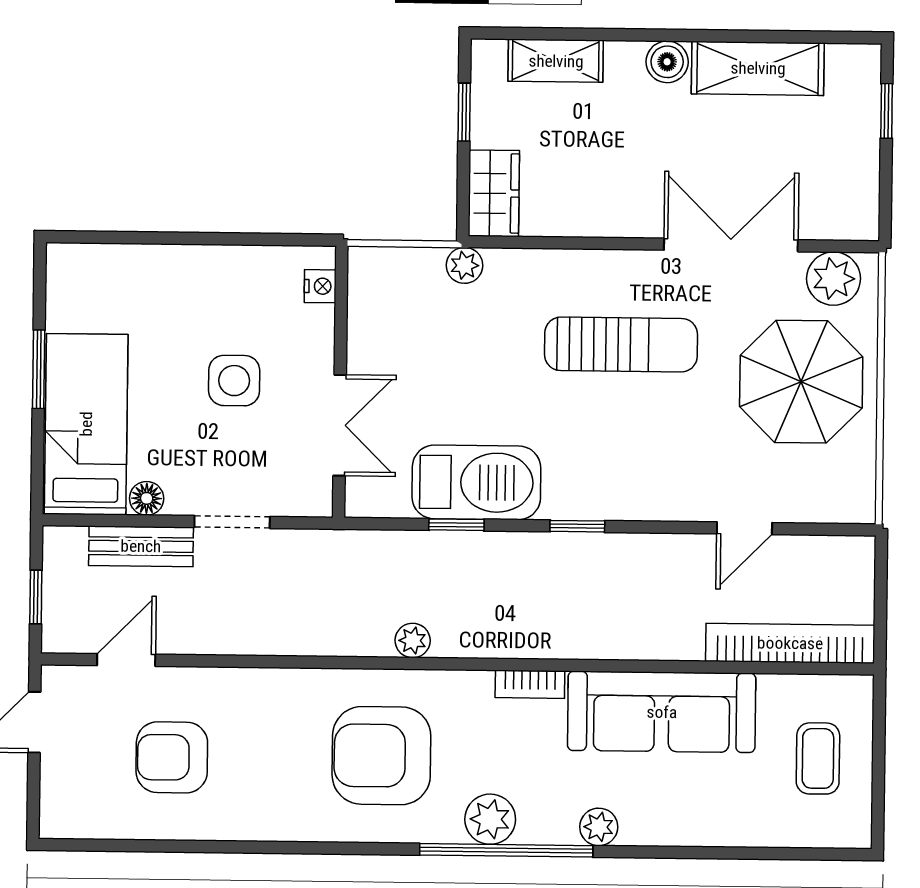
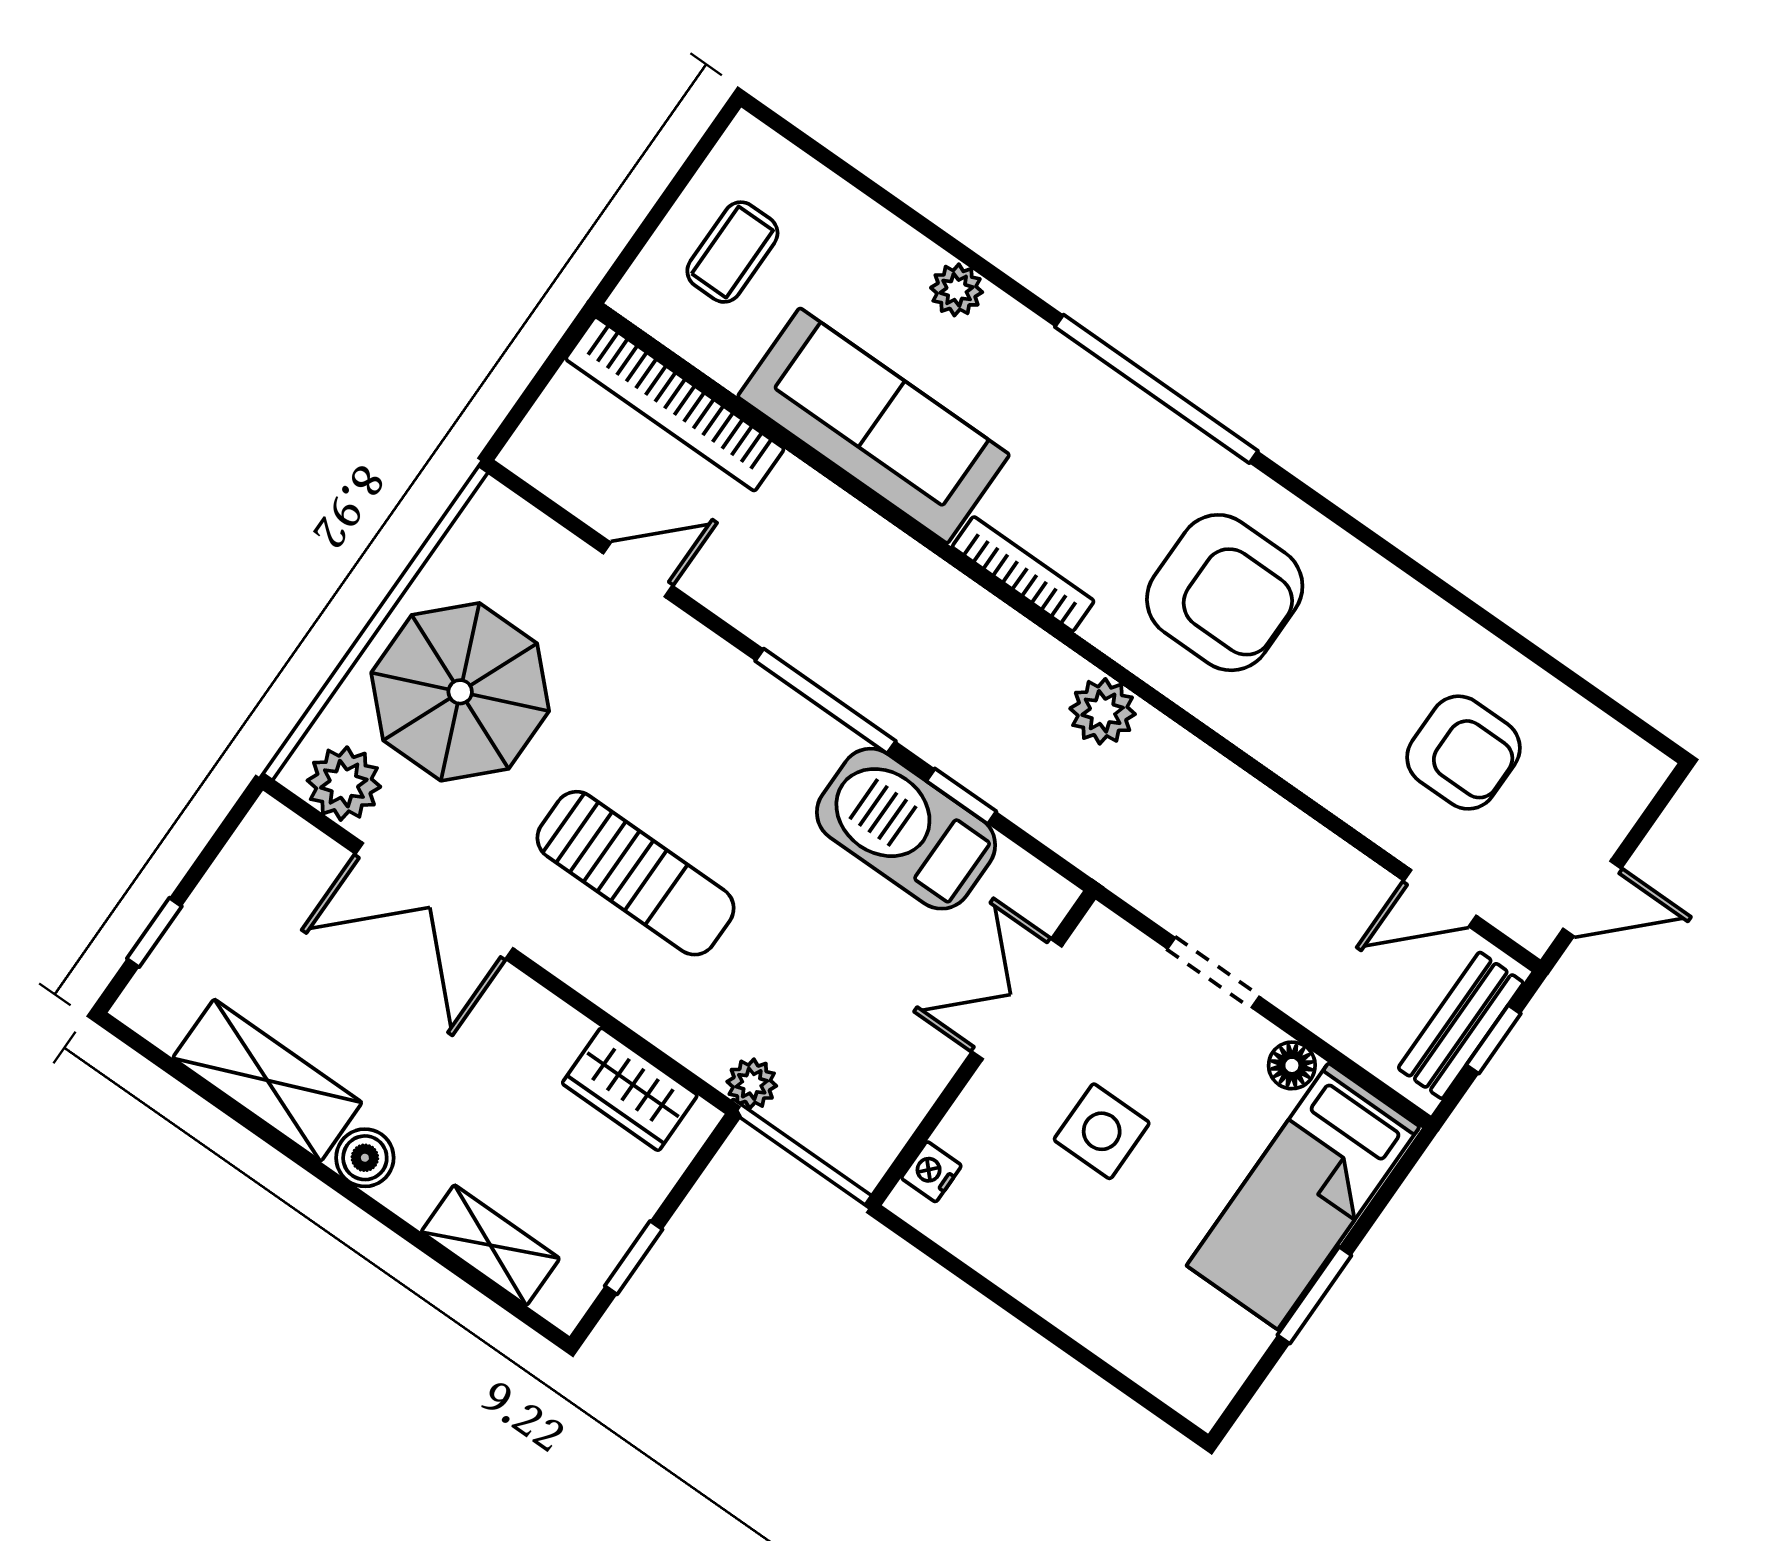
wardrobe: (494, 193) -> (630, 1089), moved, turned -90
sun lounger: (621, 344) -> (636, 873), turned 180
window: (577, 526) -> (825, 701), width x2.17
bench: (141, 546) -> (1461, 1025), moved, turned 90
plant: (413, 640) -> (1103, 711), width x1.38, depth x1.38
bookcase: (530, 684) -> (1023, 574), width x1.56
plant: (490, 819) -> (1151, 436), removed
plant: (599, 827) -> (957, 290), moved

